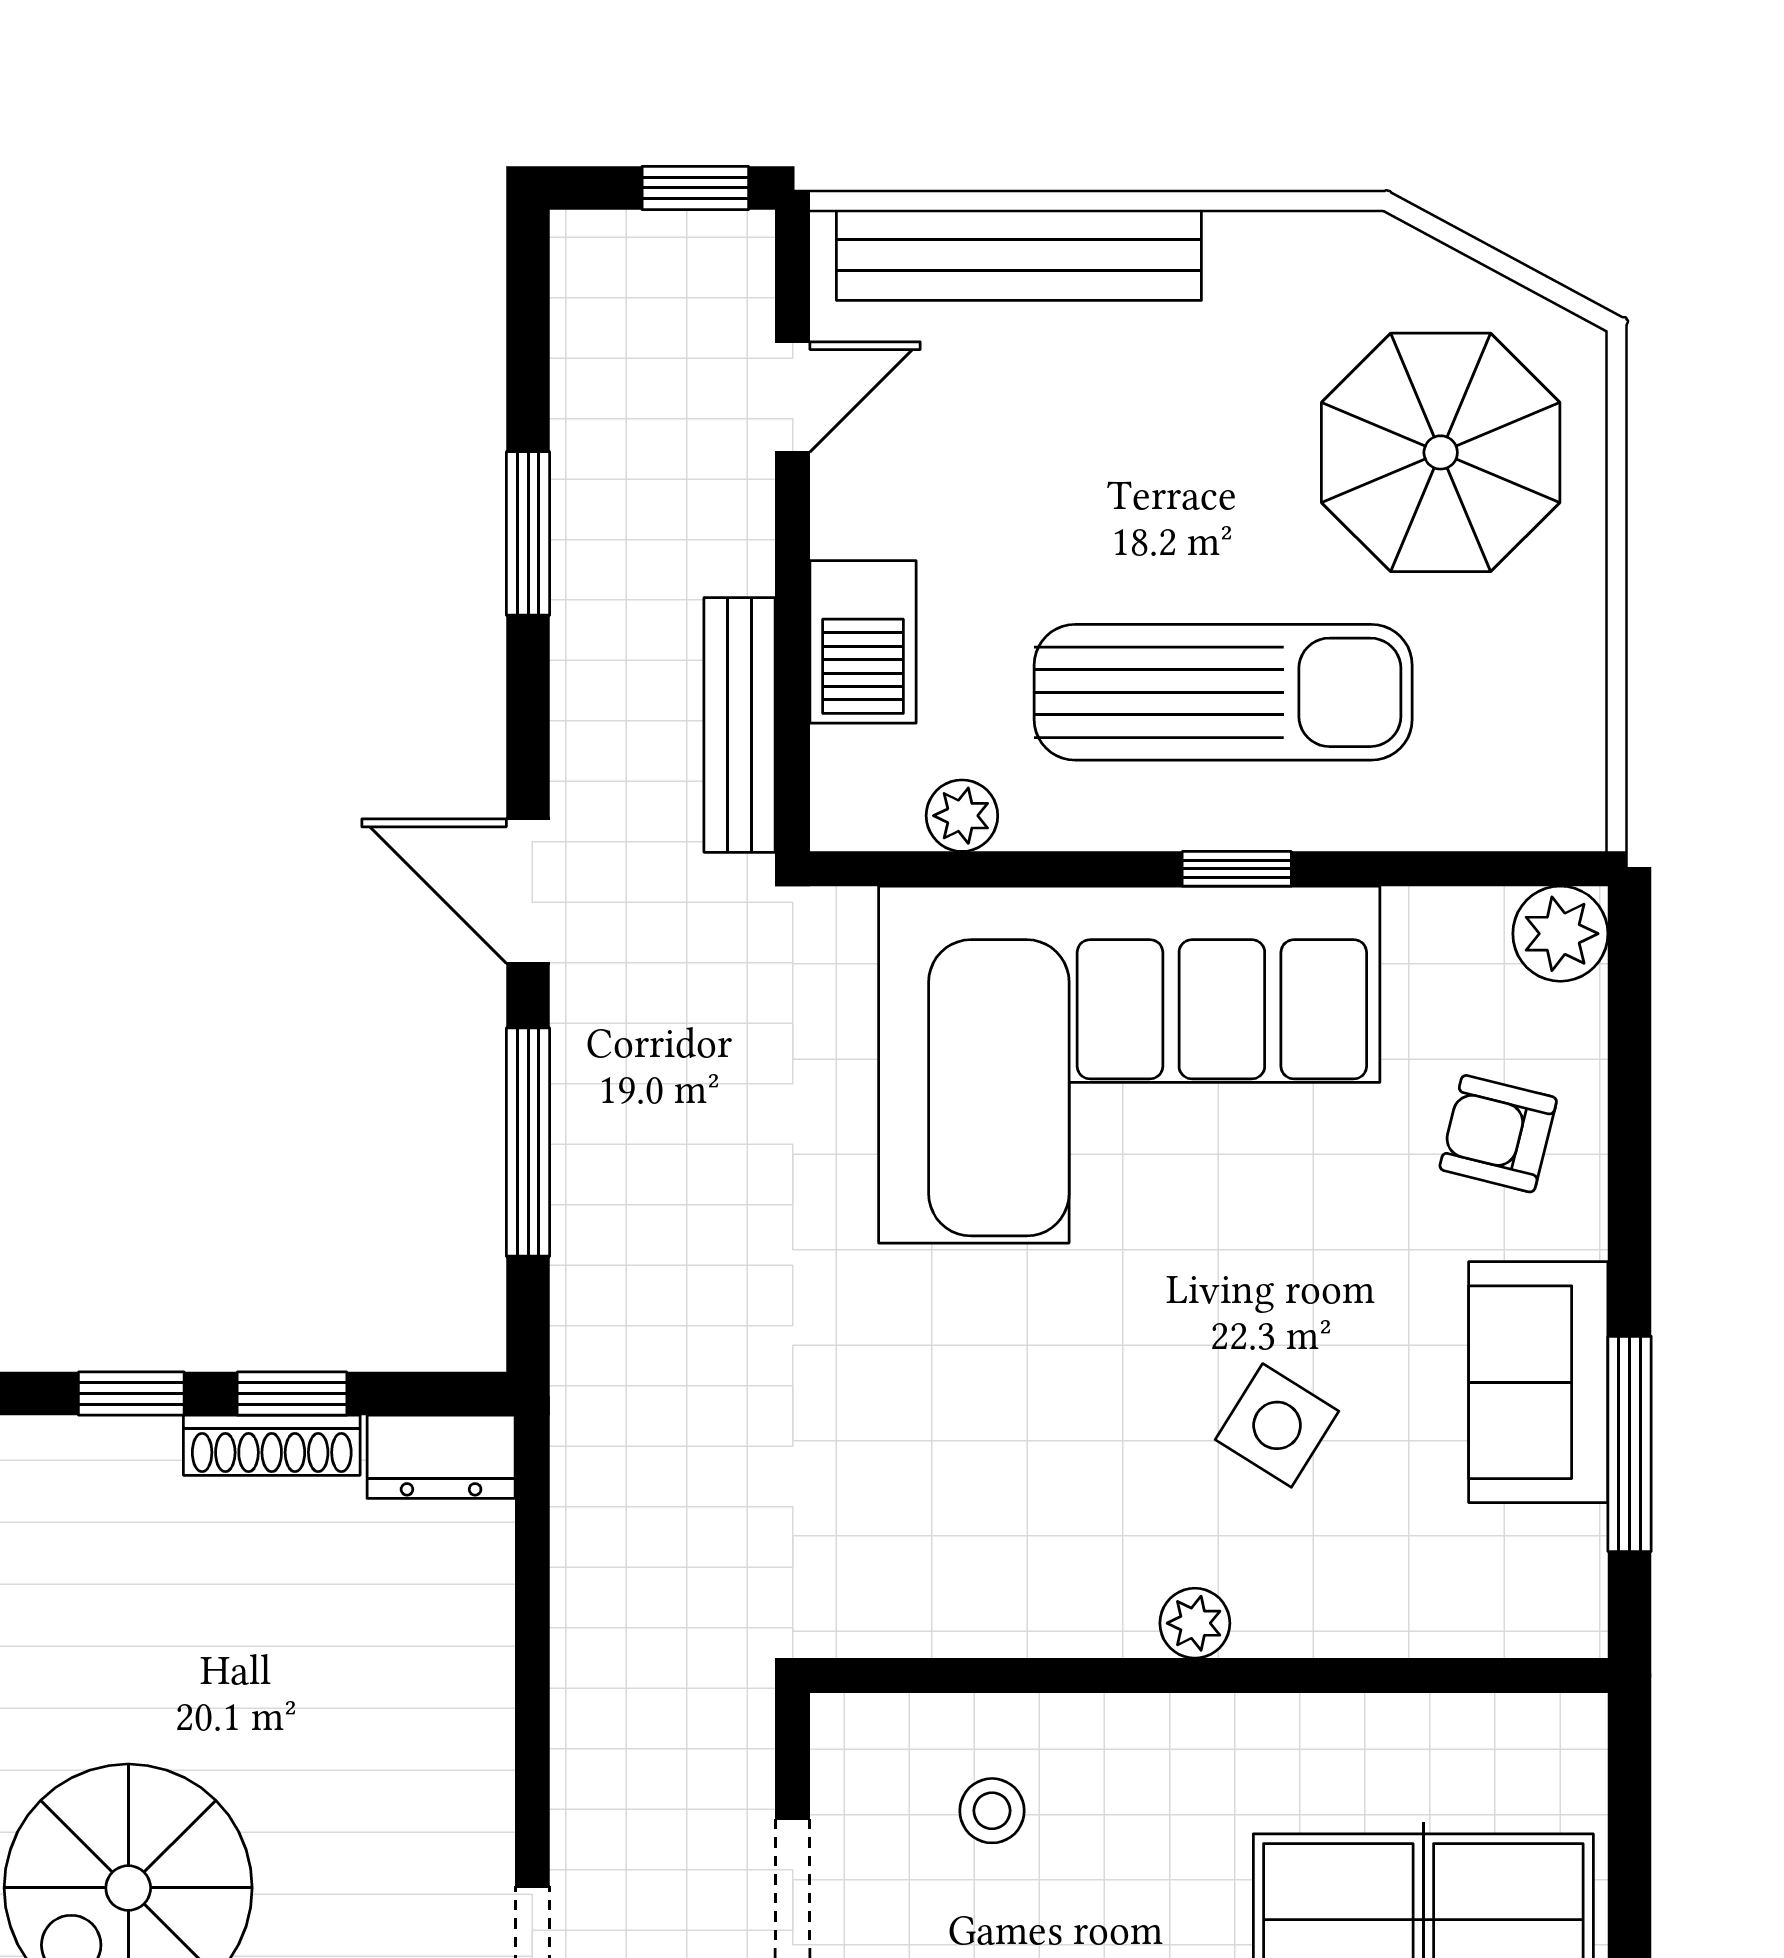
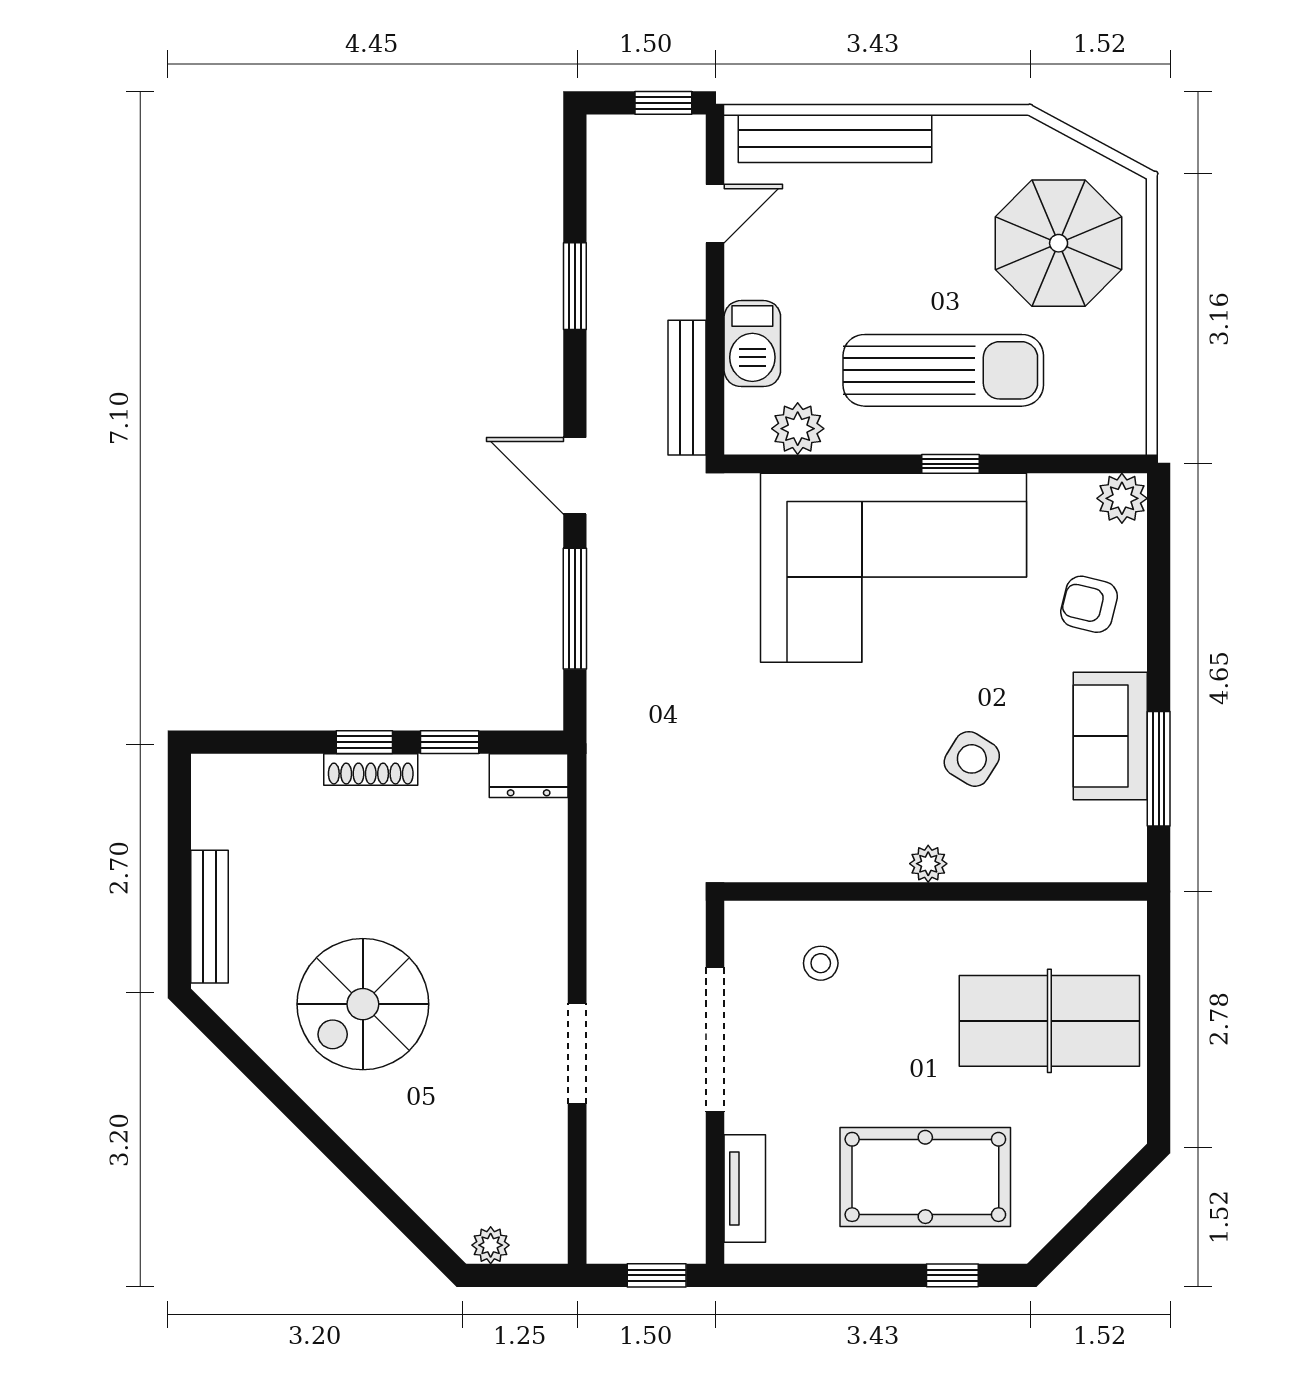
plant: (962, 816) -> (798, 429), width x1.38, depth x1.38
shoe rack: (272, 1445) -> (371, 769), moved

